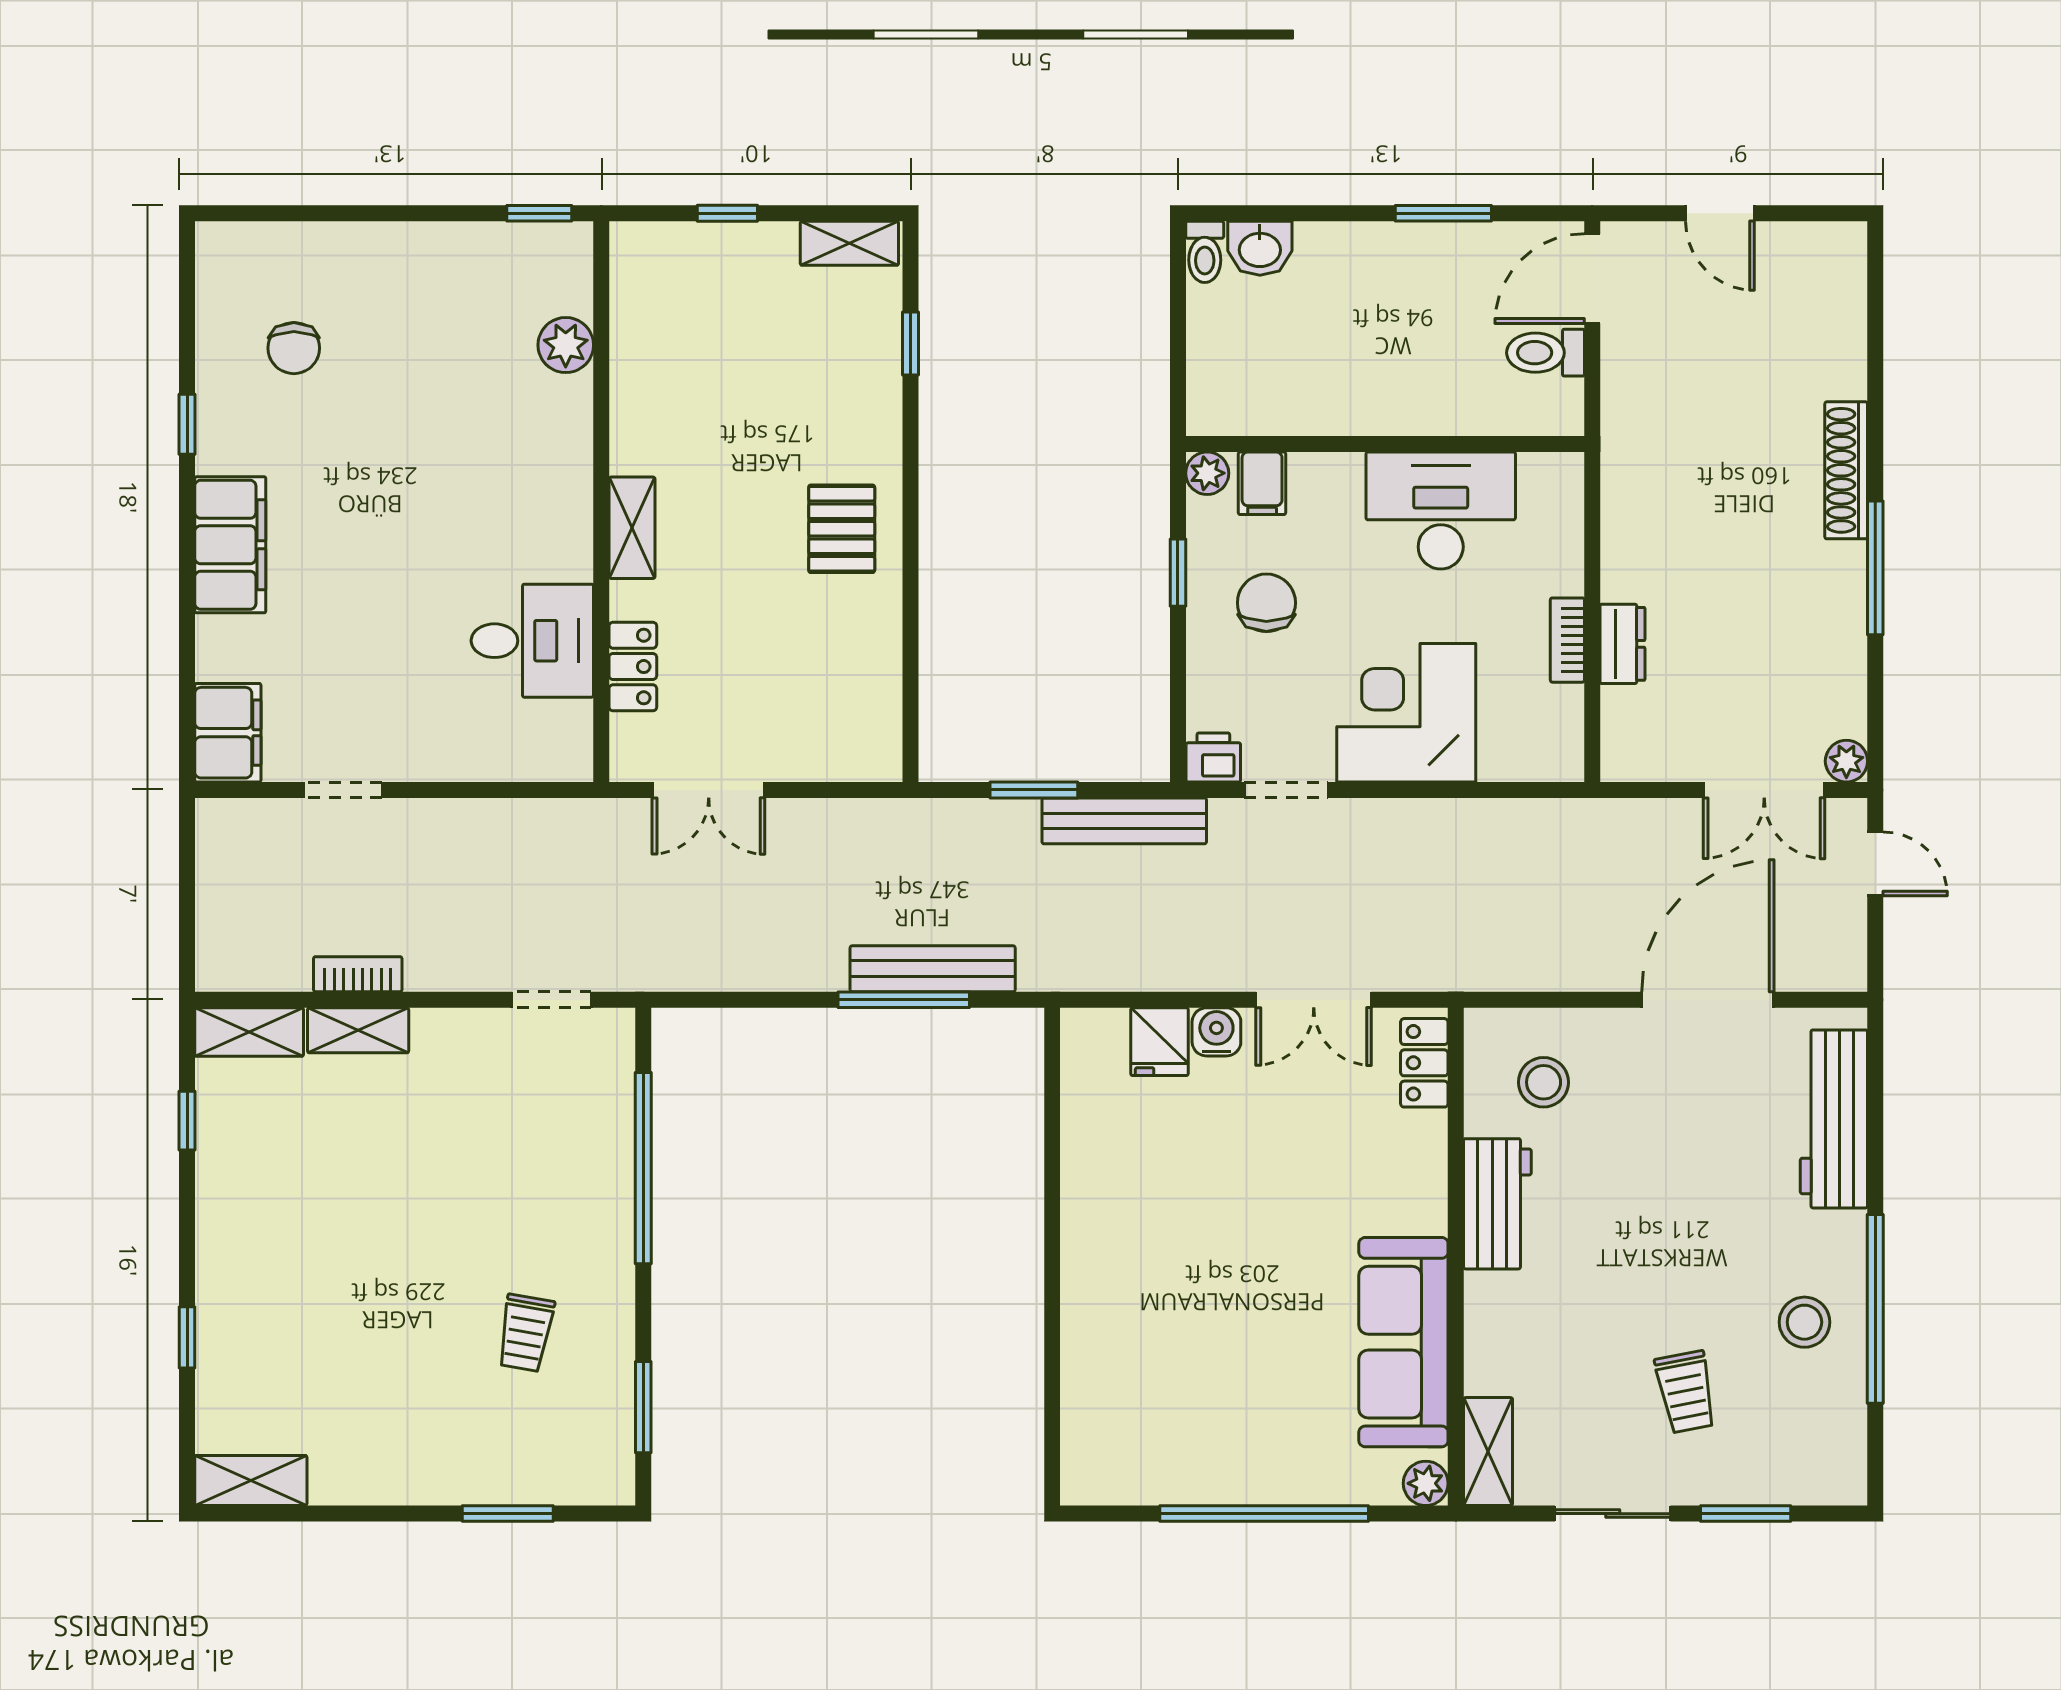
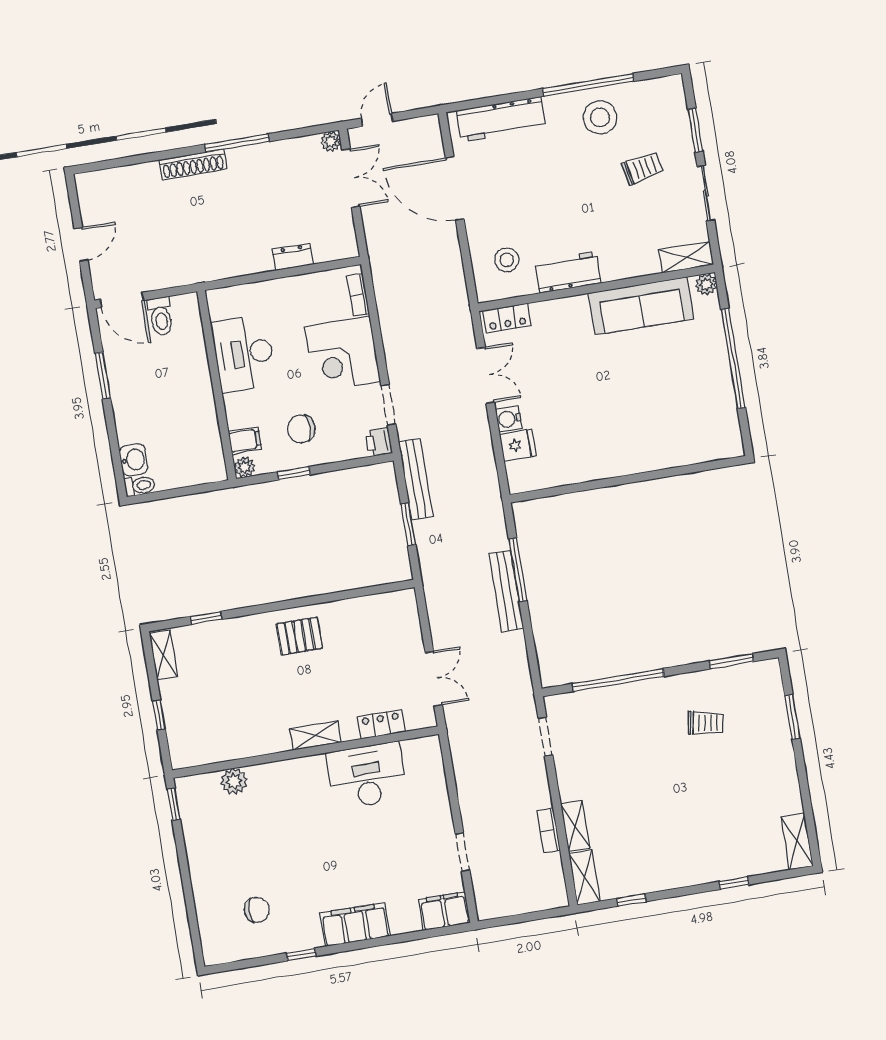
bookcase: (1567, 640) -> (358, 295), moved, turned 90
desk: (532, 641) -> (367, 776), width x1.37
bench: (933, 969) -> (506, 591), moved
stool: (1804, 1322) -> (600, 117), width x1.38, depth x1.38

